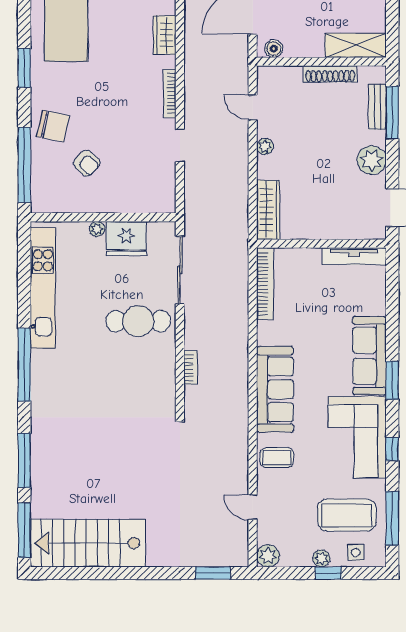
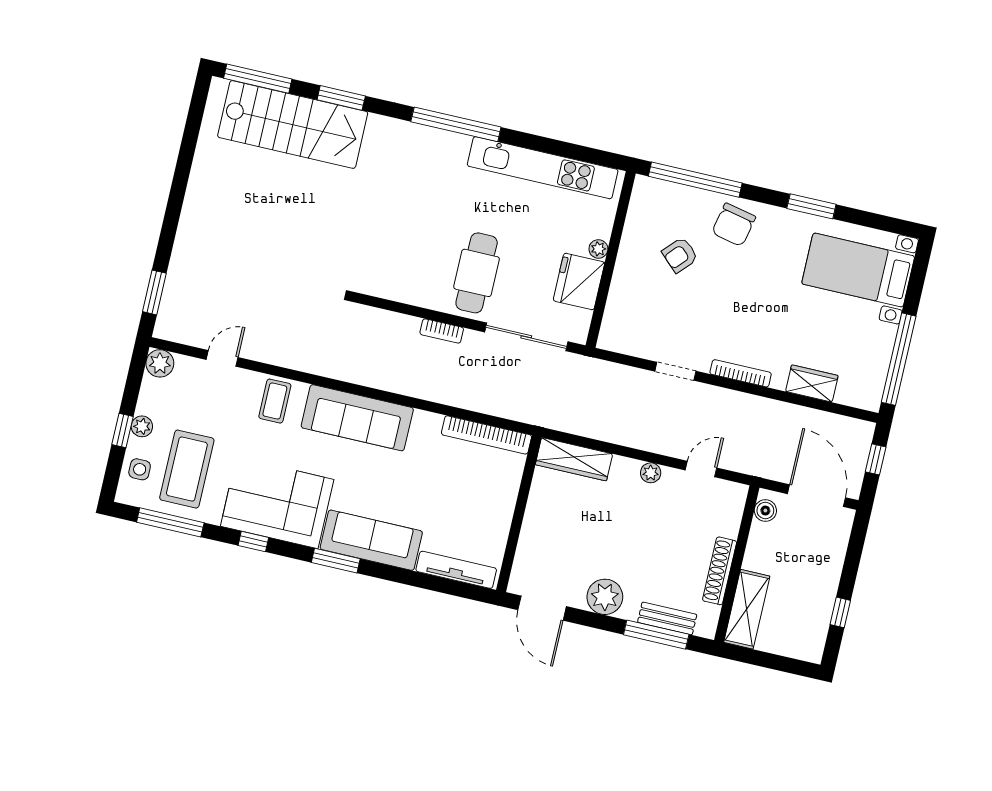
tv unit: (354, 256) -> (456, 570), moved, turned 90
bookcase: (191, 367) -> (442, 331), moved
window: (24, 461) -> (341, 98), width x0.69
stairs: (88, 543) -> (293, 124), moved, turned 90

